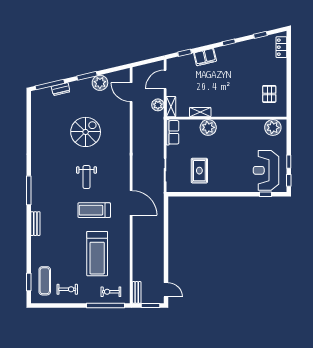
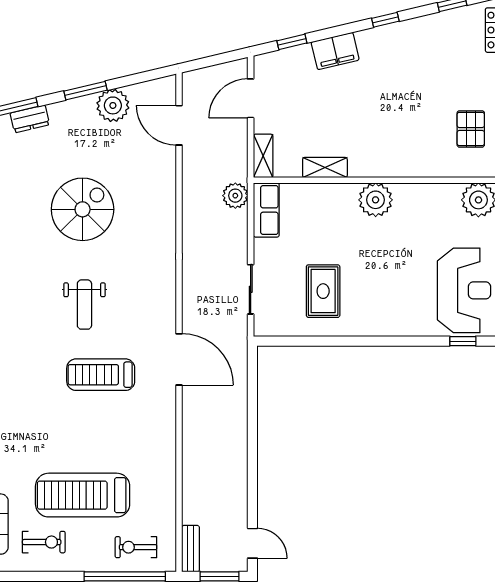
plant: (158, 105) -> (235, 196), moved
plant: (208, 127) -> (376, 200), moved
reception desk: (266, 170) -> (464, 290), turned 180
treadmill: (97, 254) -> (83, 495), moved, turned 90

